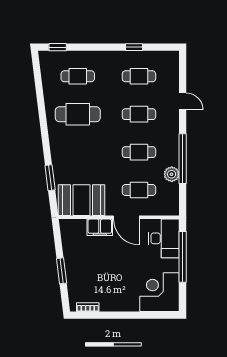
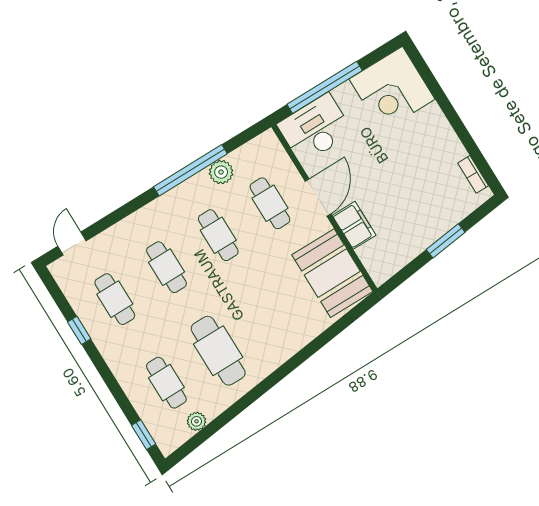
plant: (47, 80) -> (196, 421), added
door: (183, 101) -> (72, 243), moved
window: (50, 178) -> (328, 335), removed

